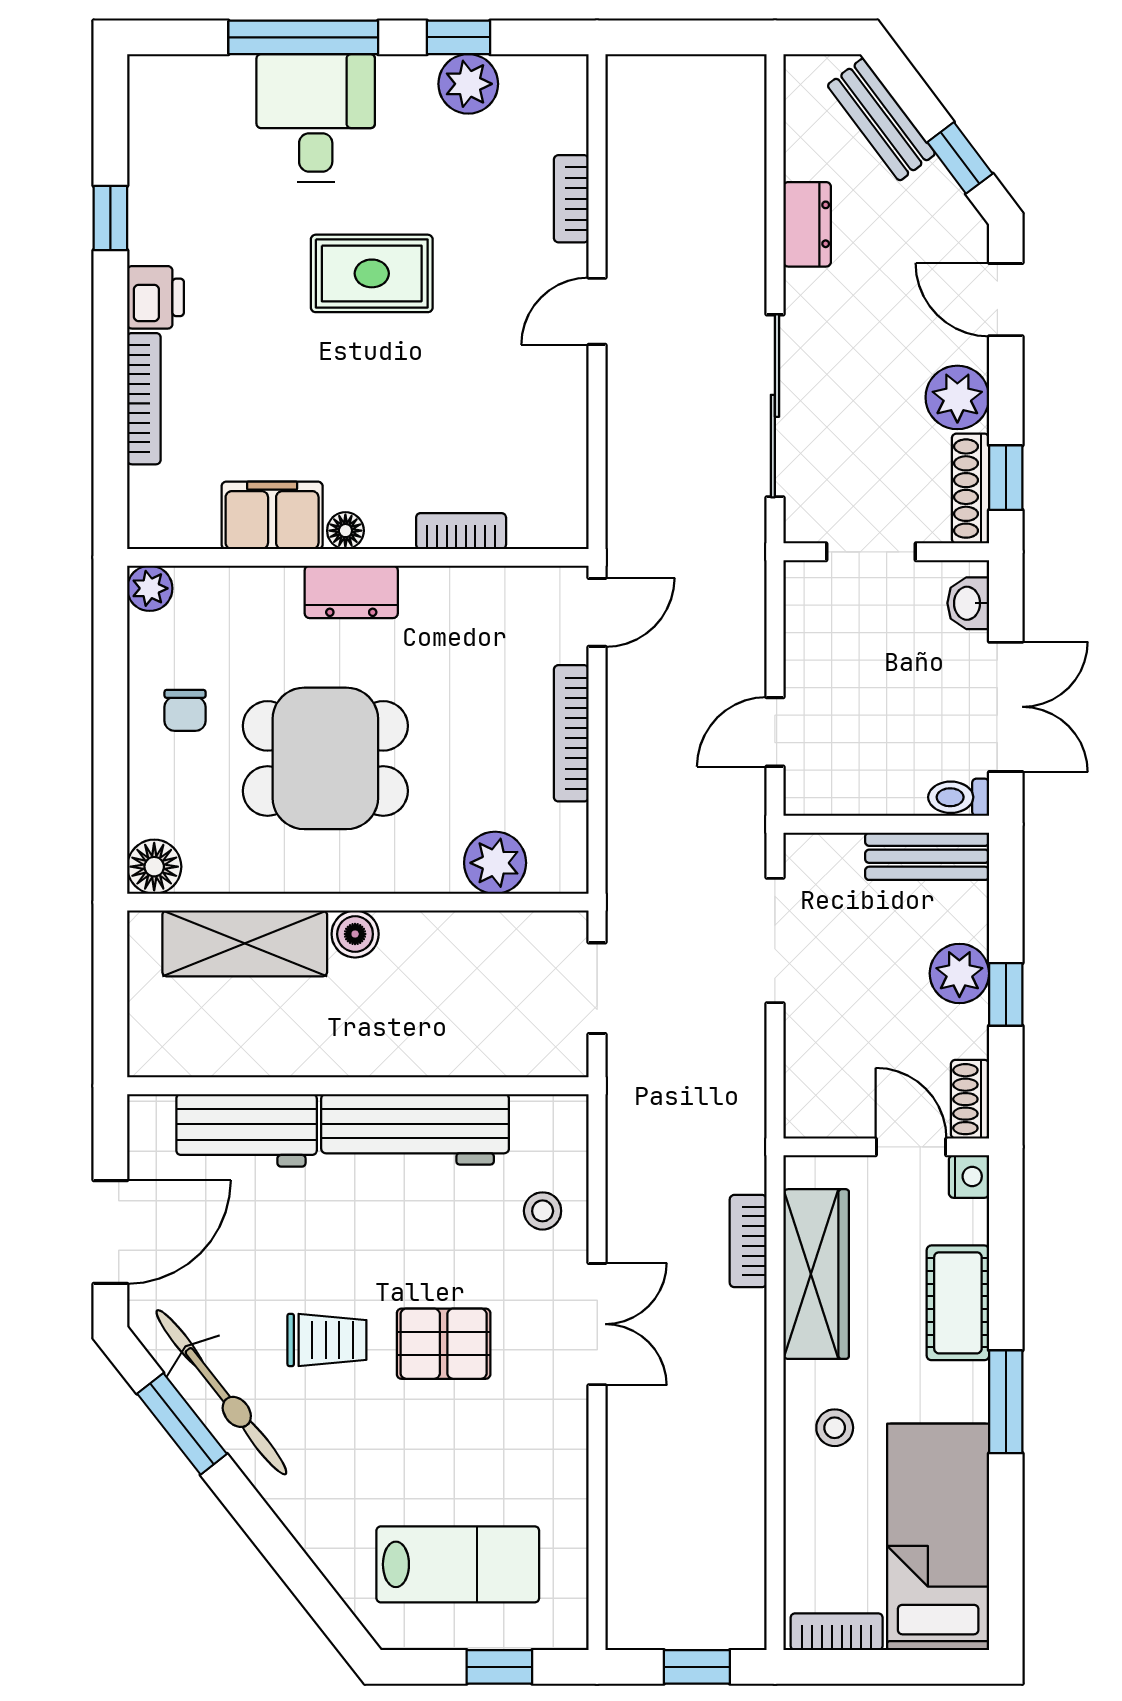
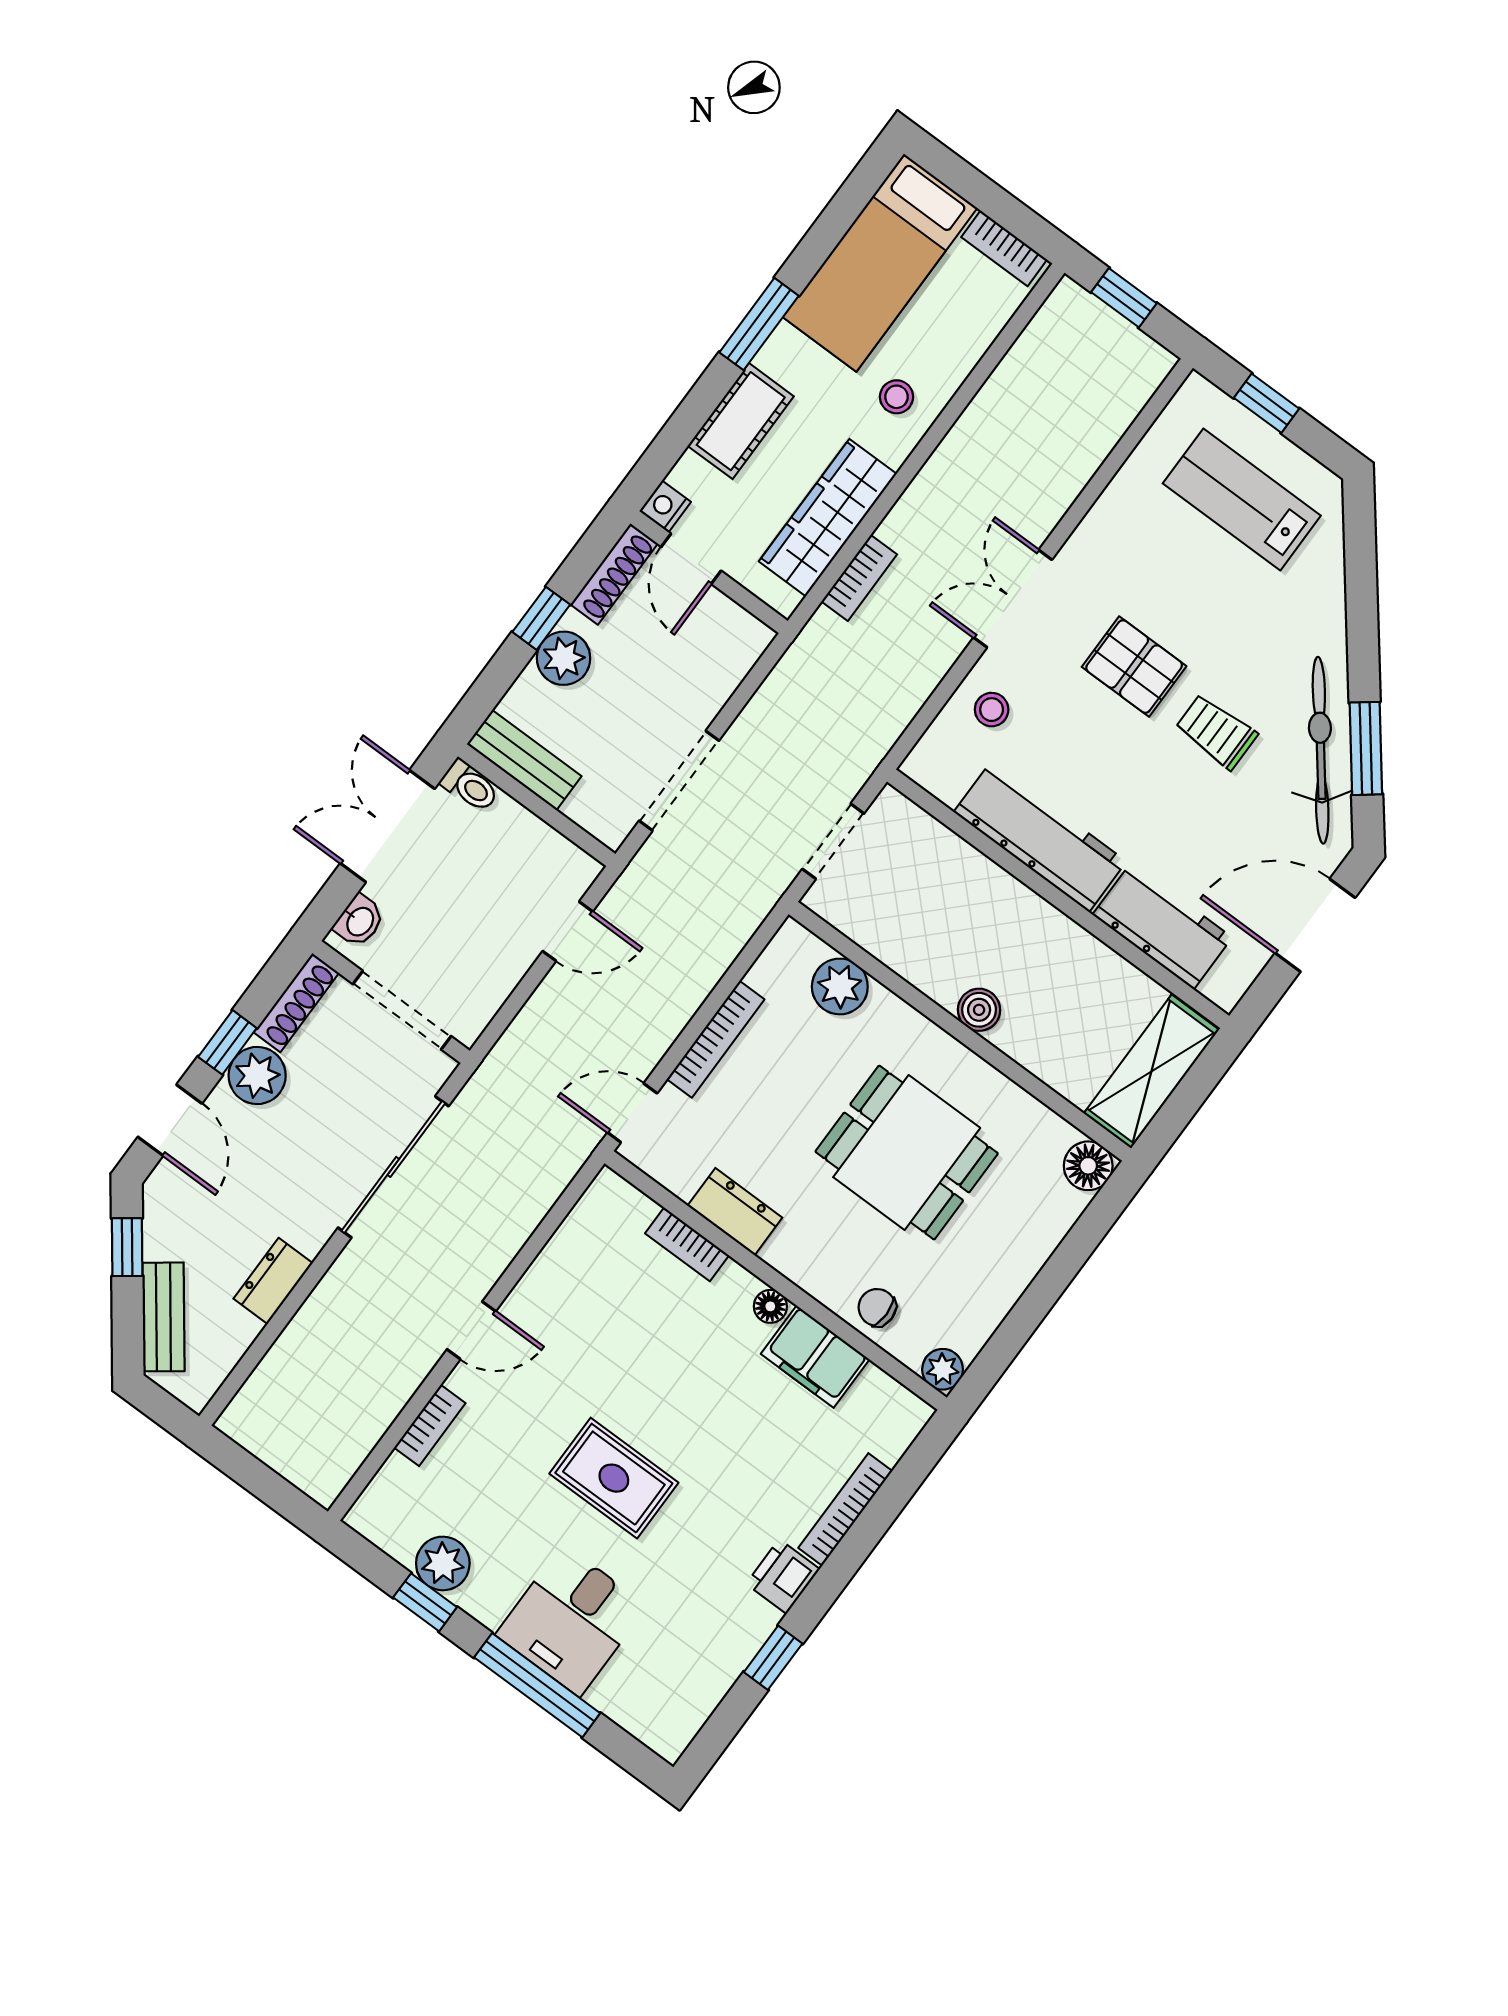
window: (1006, 478) -> (227, 1042), moved
doorway: (871, 552) -> (402, 1010), width x1.38
dresser: (351, 592) -> (735, 1212), moved
chair: (185, 710) -> (877, 1307), moved, turned -90
shelving: (245, 943) -> (1151, 1072), moved, turned 90
shoe rack: (970, 1099) -> (614, 574), width x1.43

